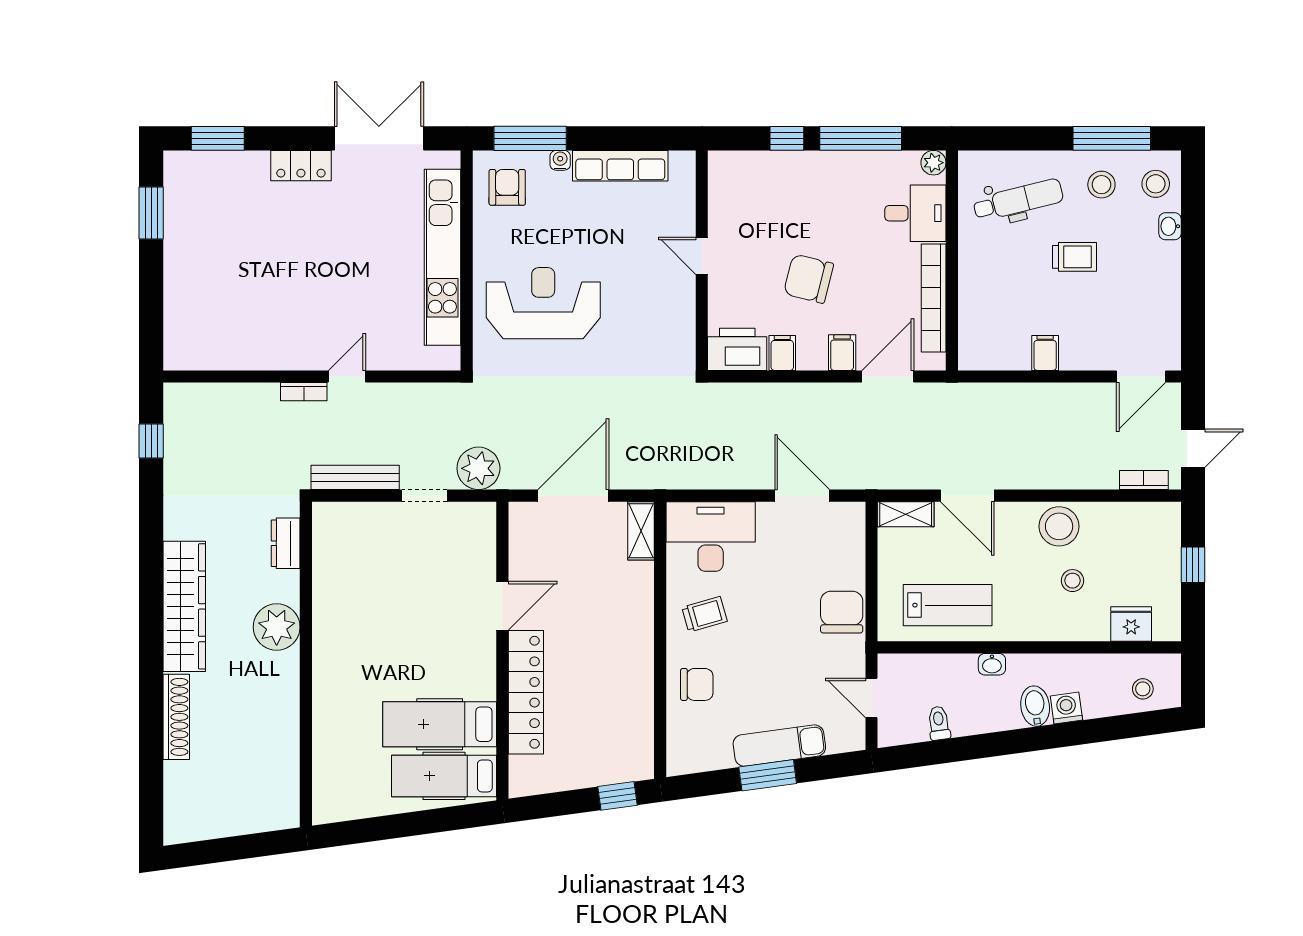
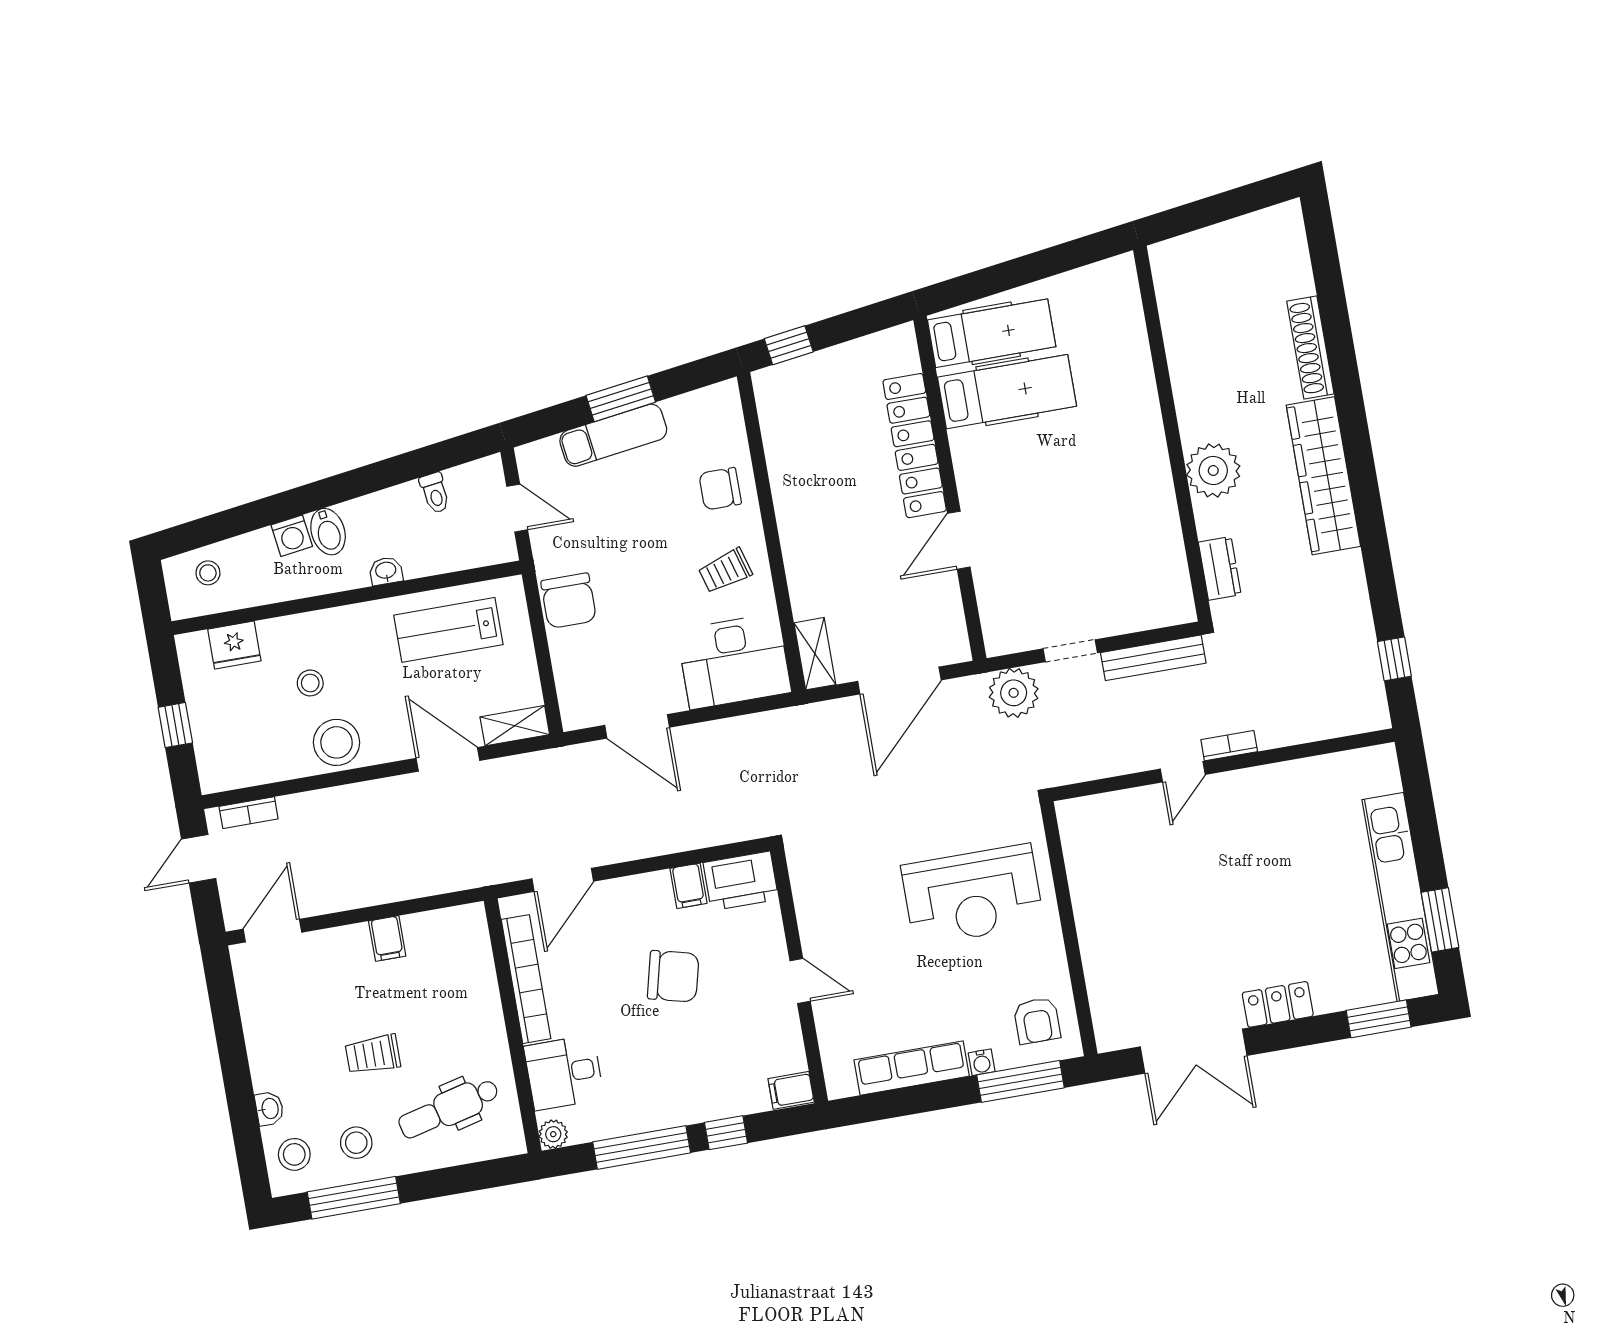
kitchen unit: (442, 257) -> (1400, 897), moved, turned 180
filing cabinet: (842, 353) -> (791, 1090), moved, turned 90

